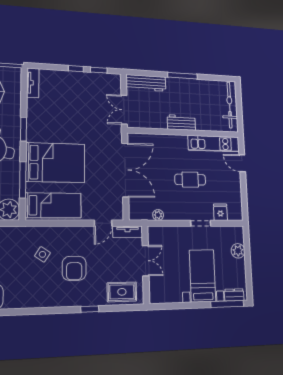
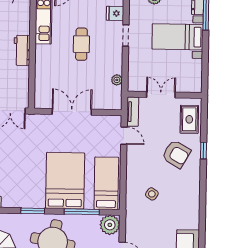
double door: (125, 170) -> (72, 112), width x0.73
armchair: (74, 268) -> (176, 154), moved, turned 30

